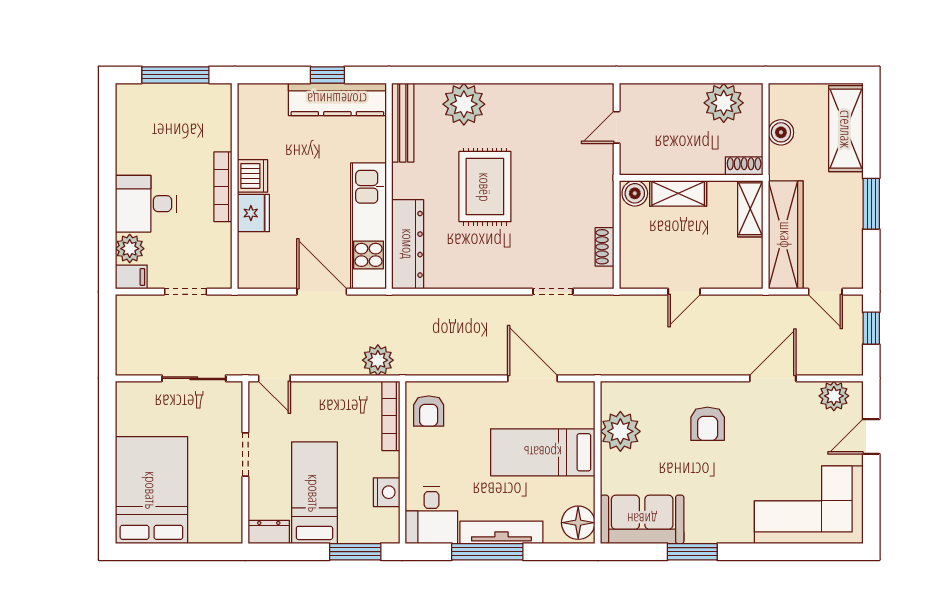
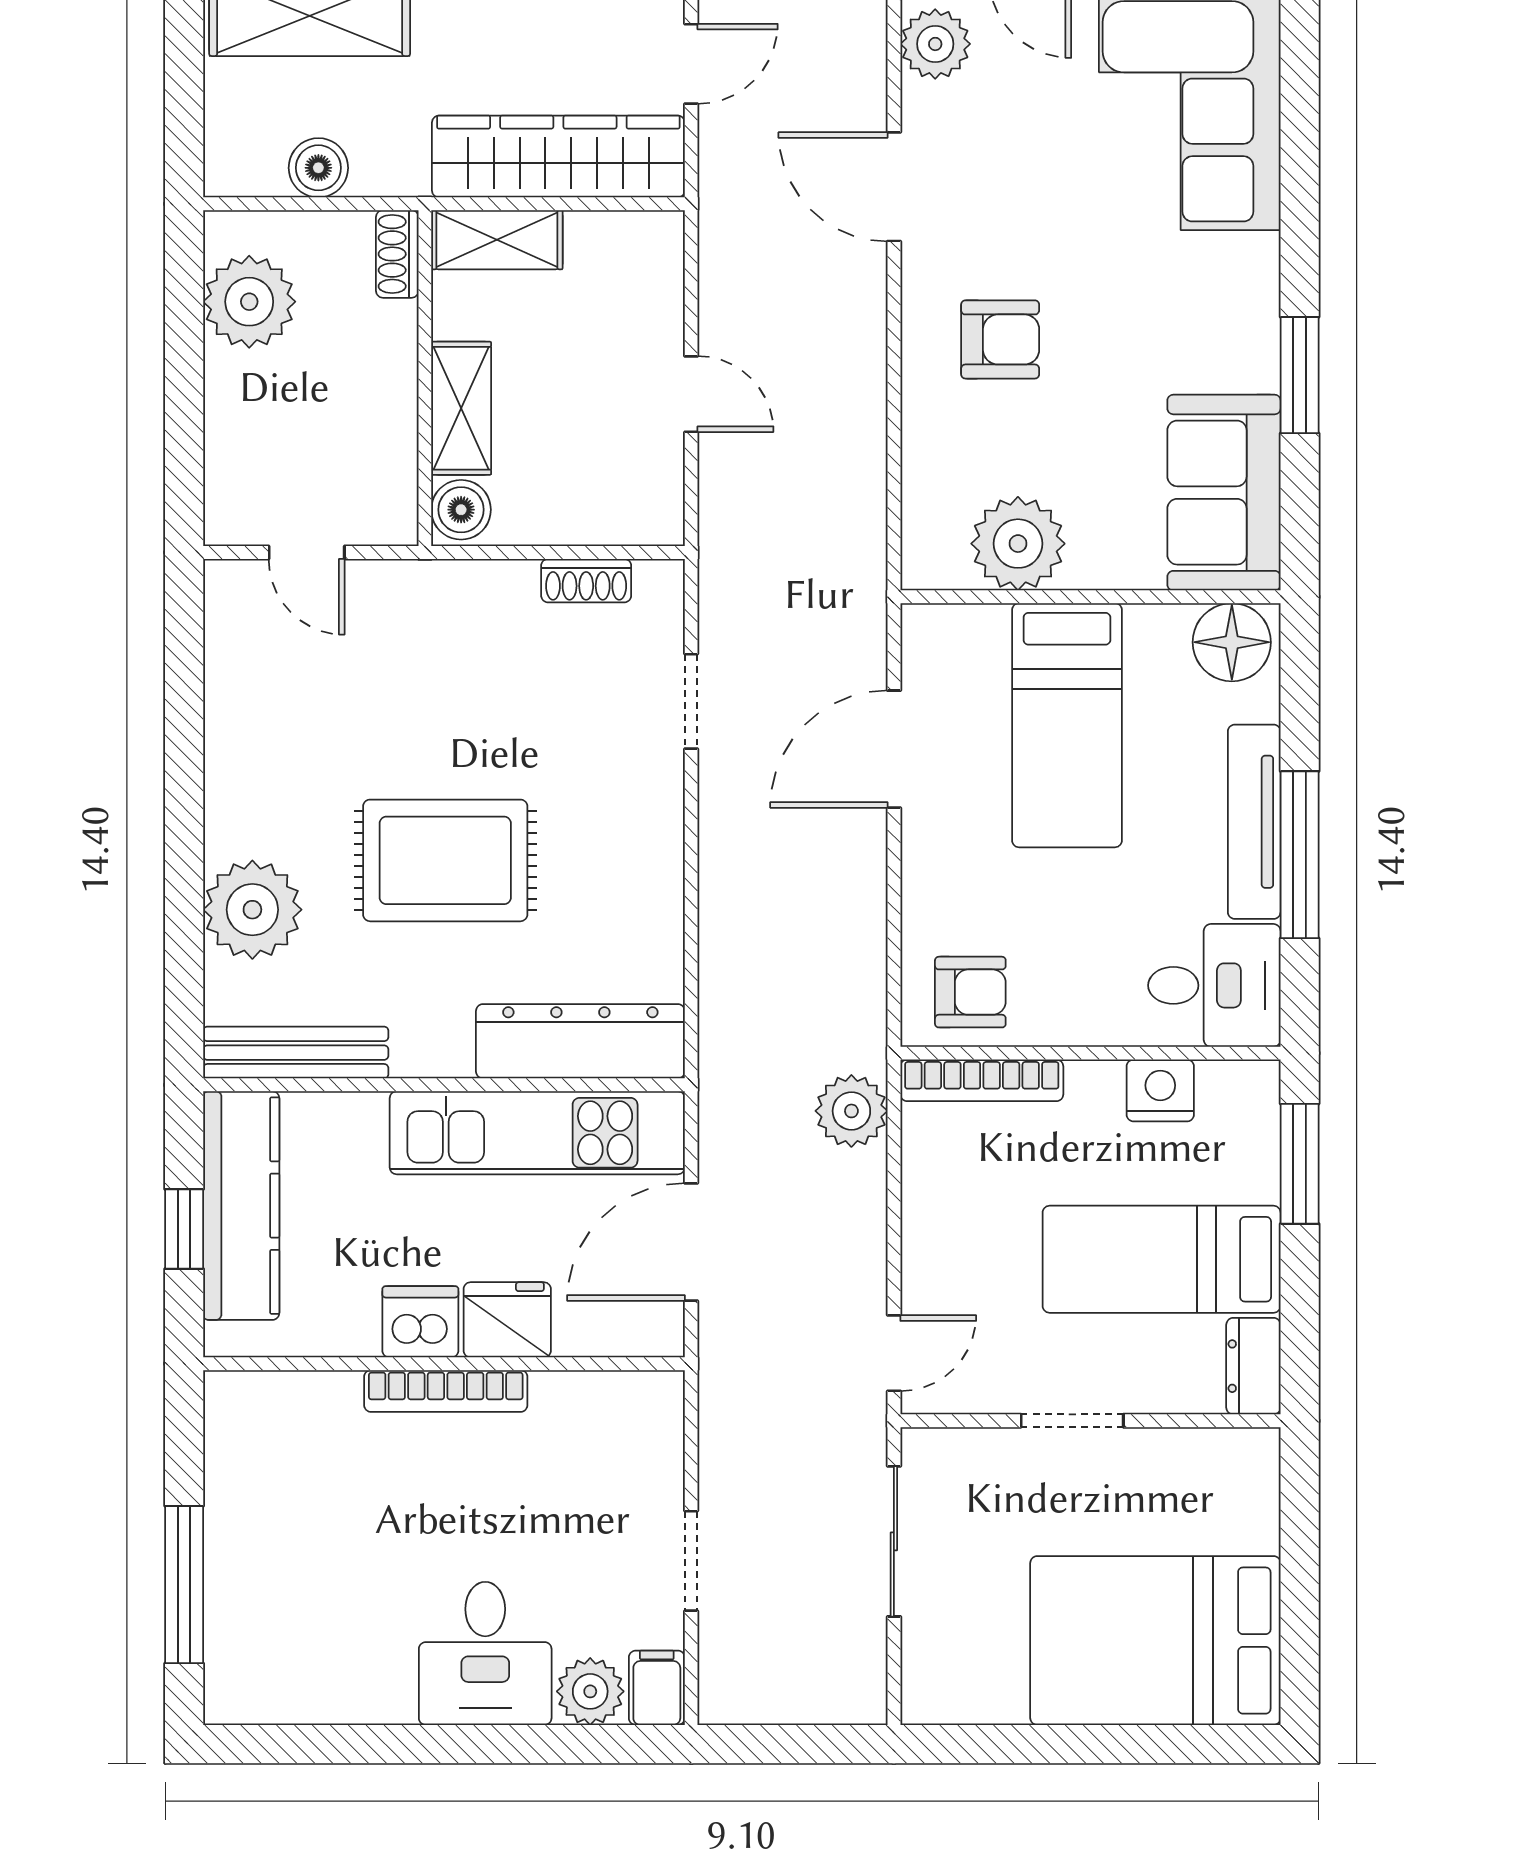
dishwasher: (253, 176) -> (420, 1322), moved
wall: (235, 186) -> (444, 1364), moved
bookcase: (223, 187) -> (446, 1391), moved
fridge: (253, 213) -> (507, 1320), moved

